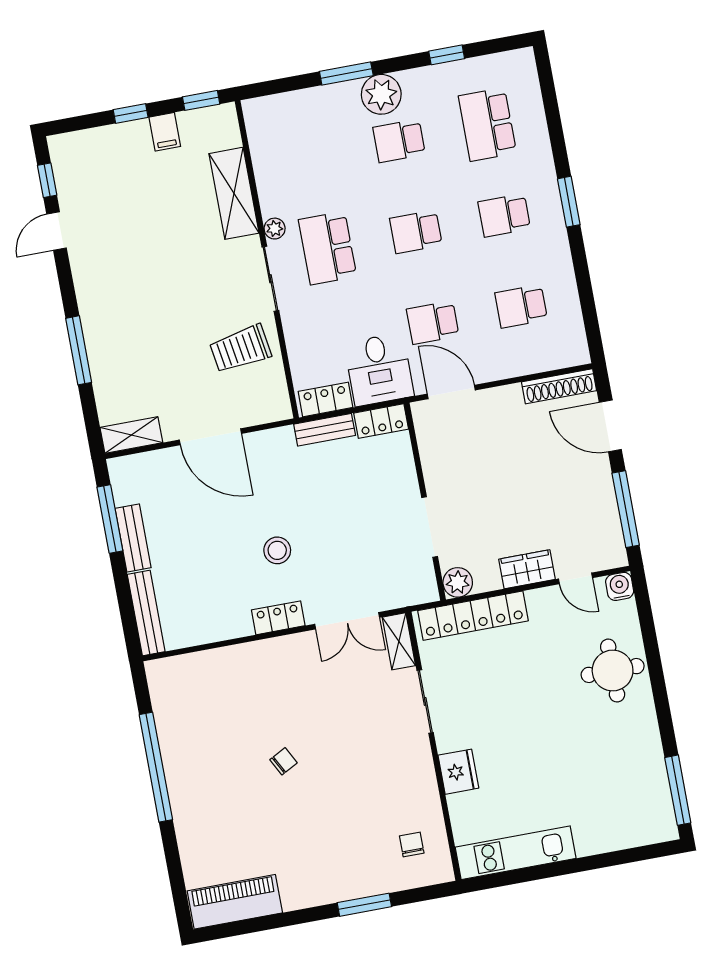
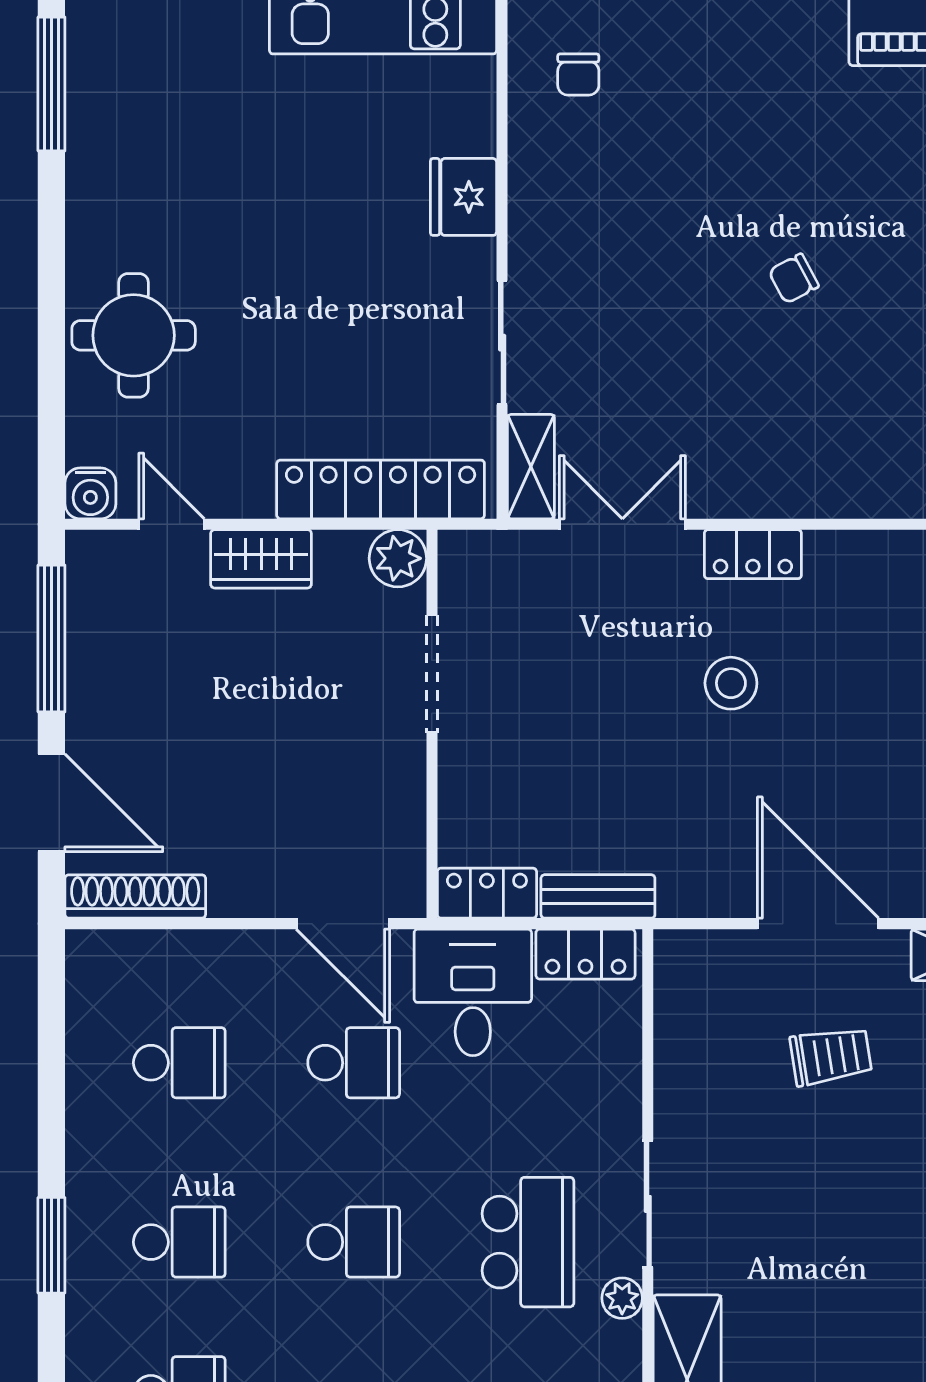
trolley: (240, 349) -> (831, 1056), moved, width x0.73, depth x0.72

